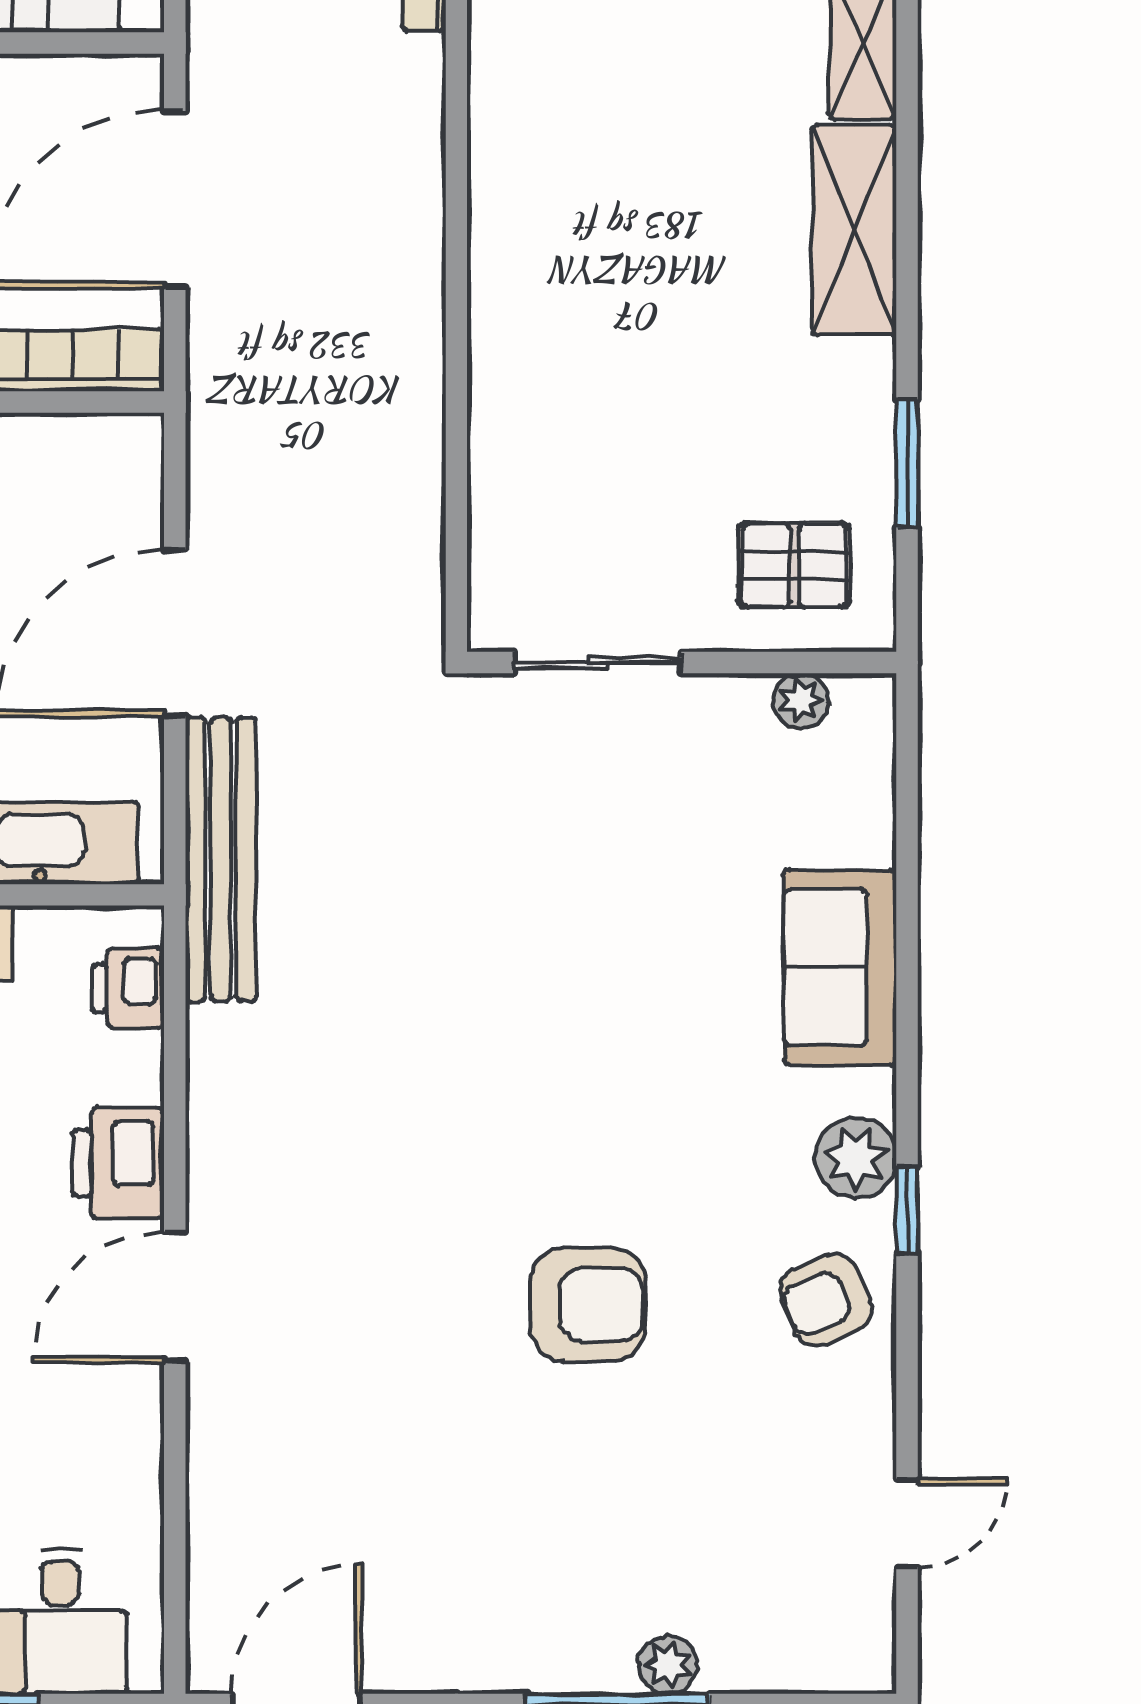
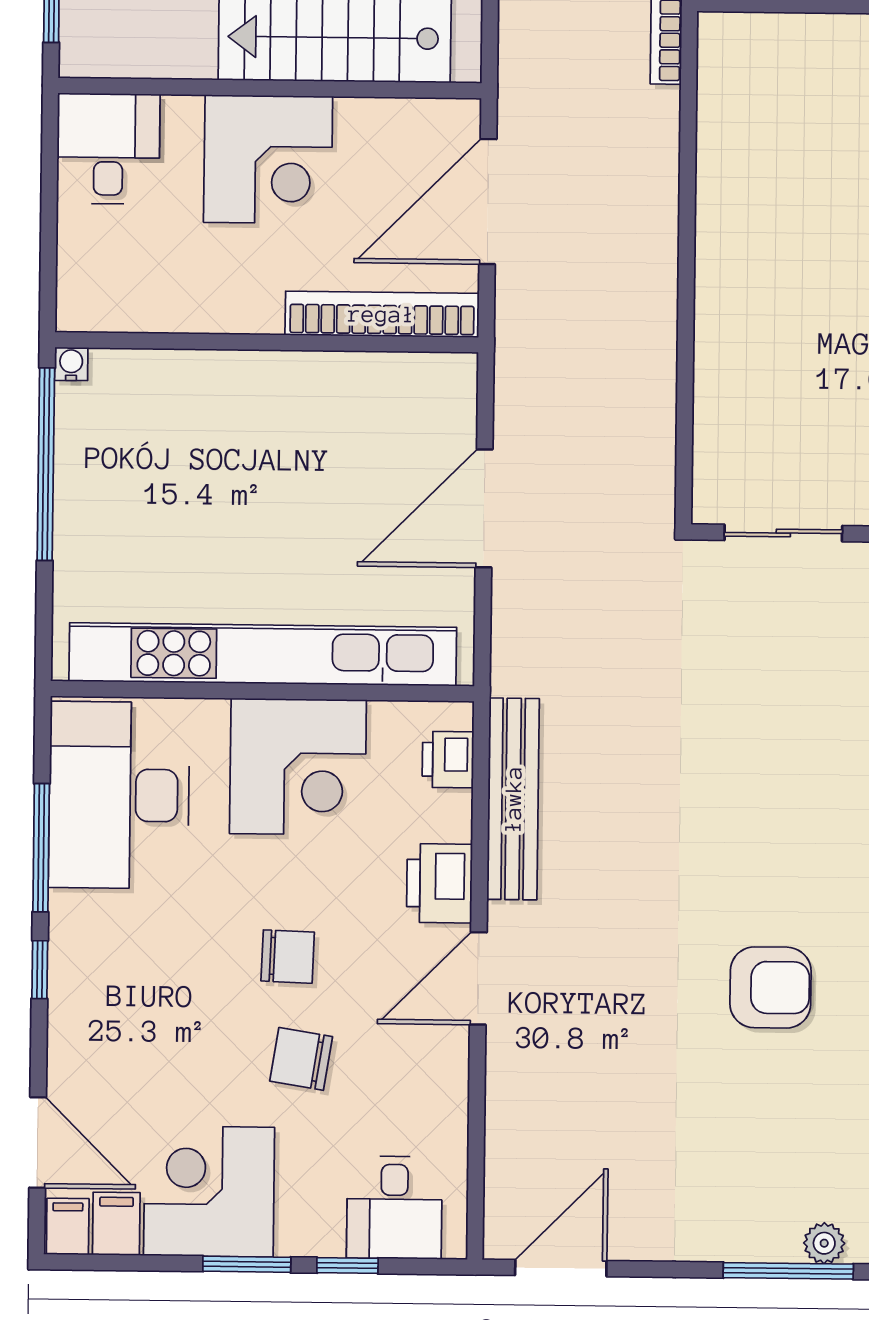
bench: (221, 859) -> (513, 799), moved

